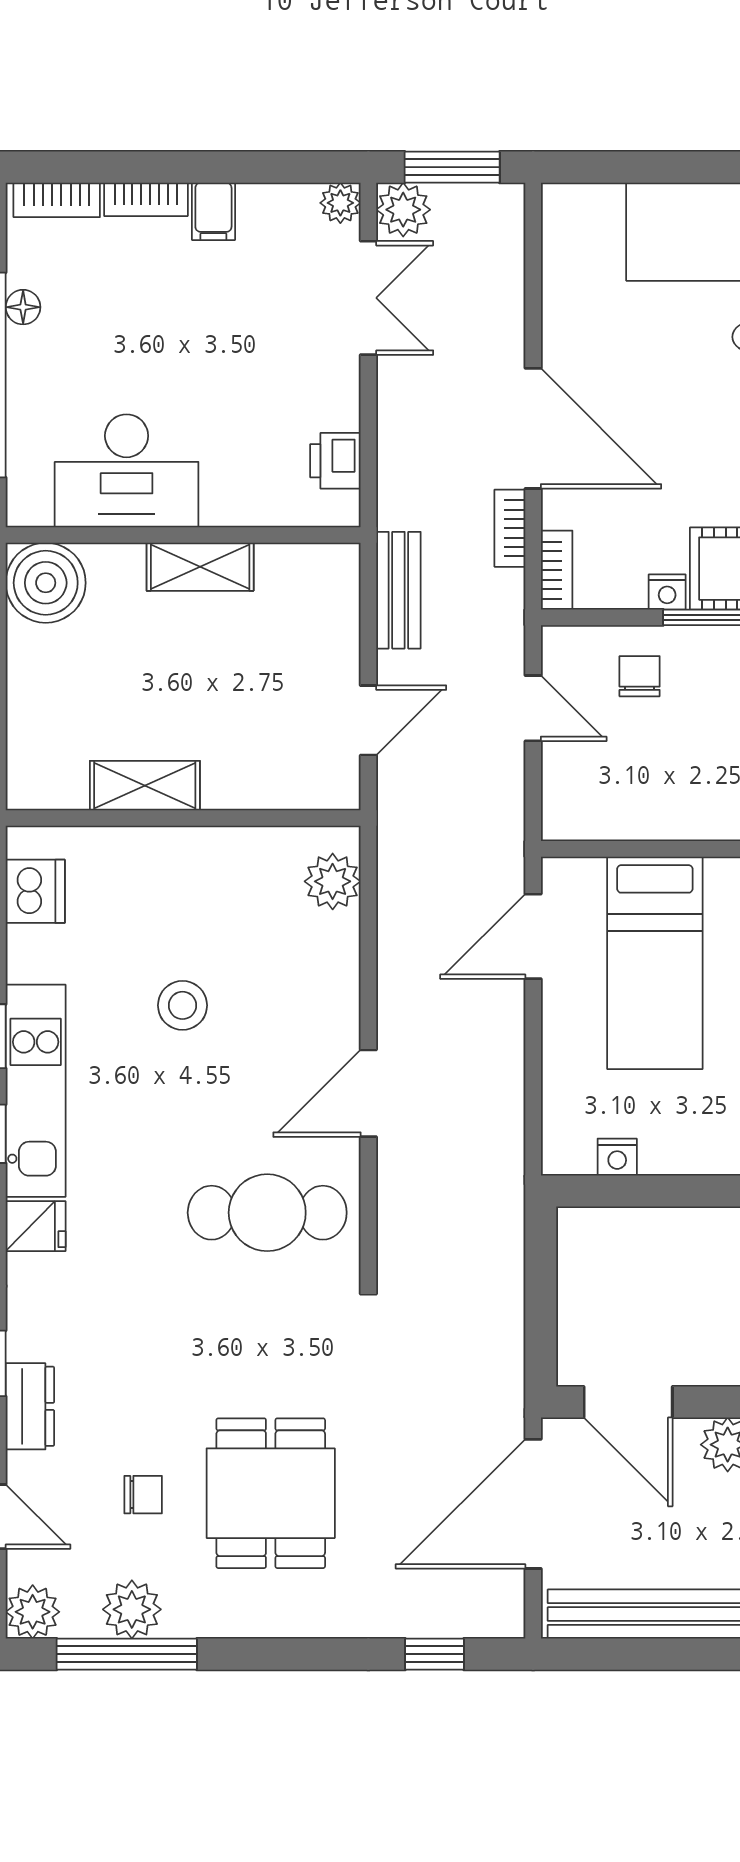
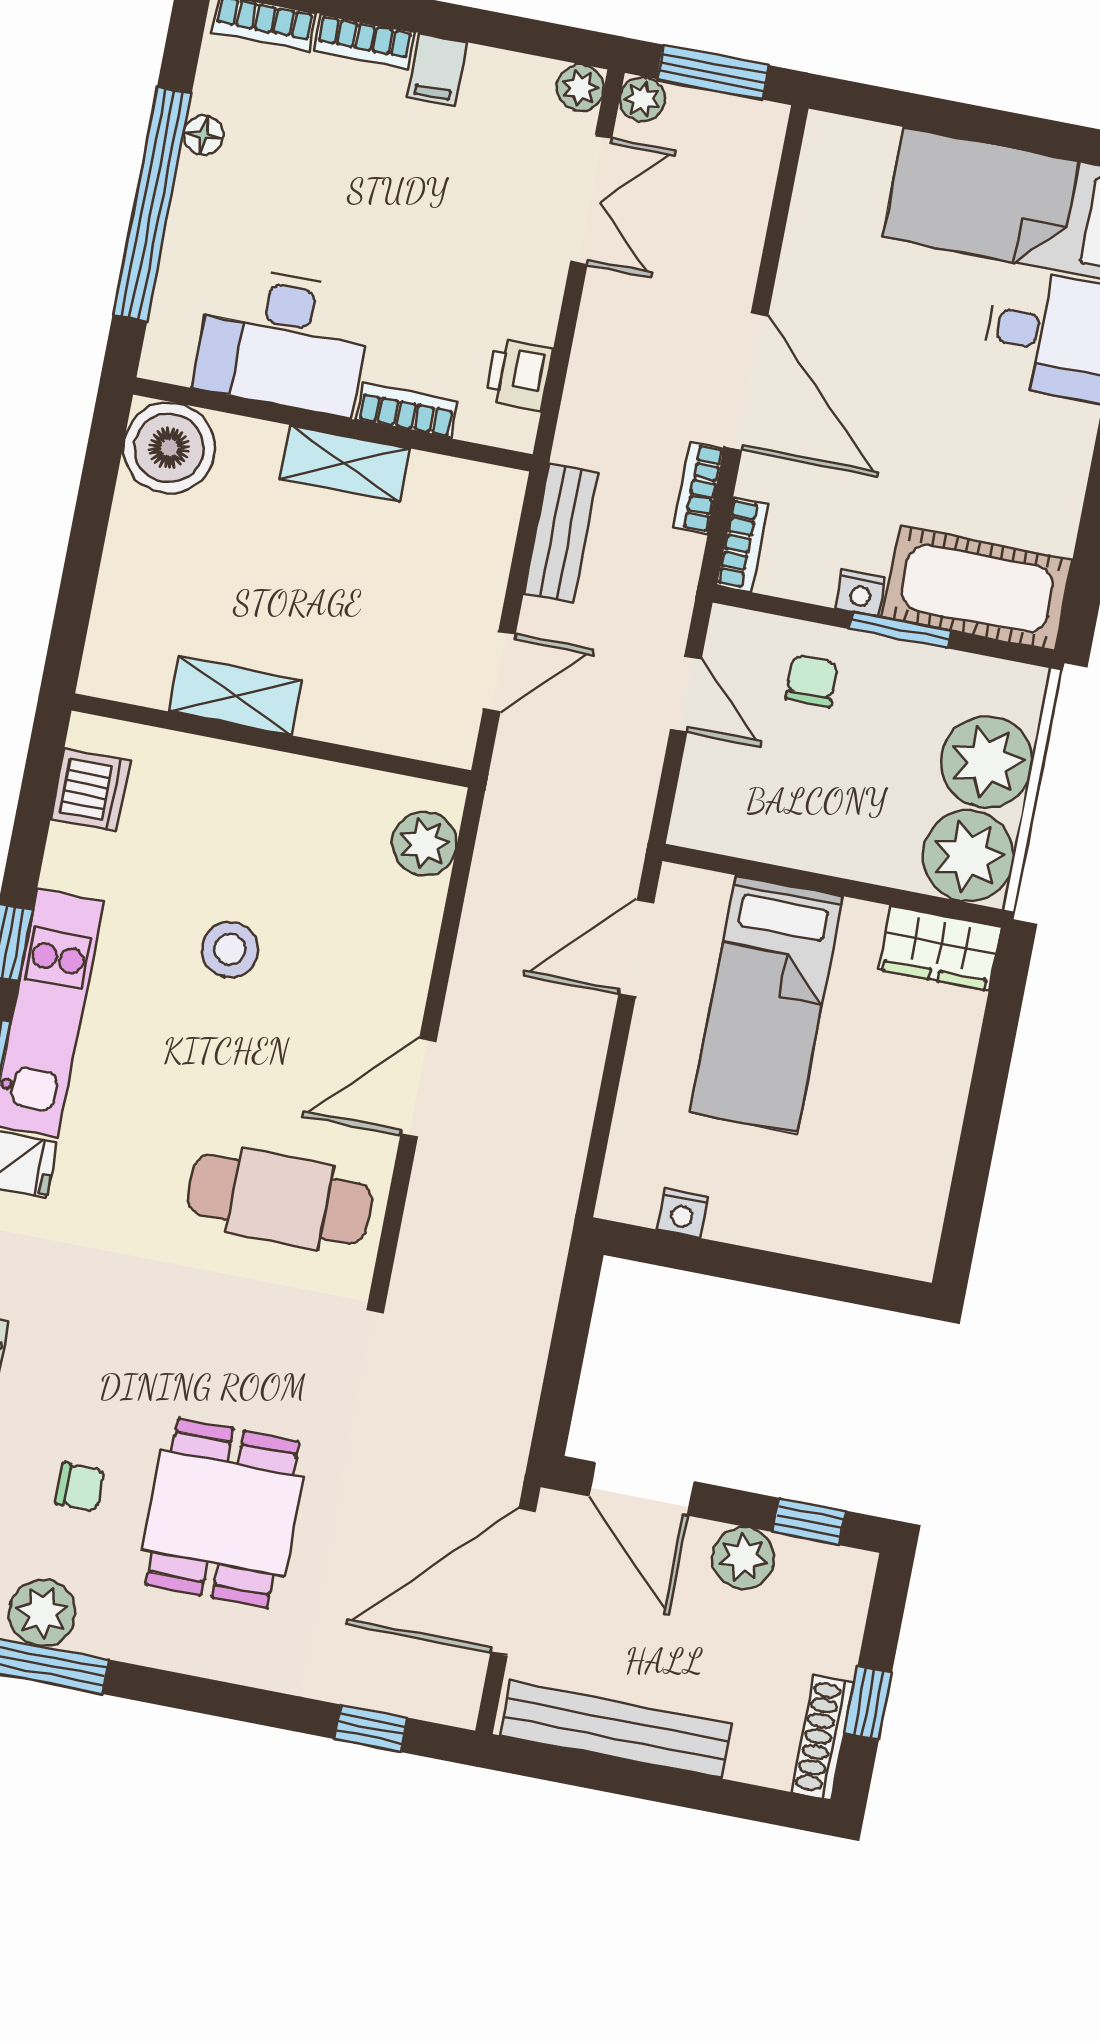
plant: (403, 210) -> (642, 99), width x0.73, depth x0.73
bookcase: (245, 510) -> (407, 410), added

